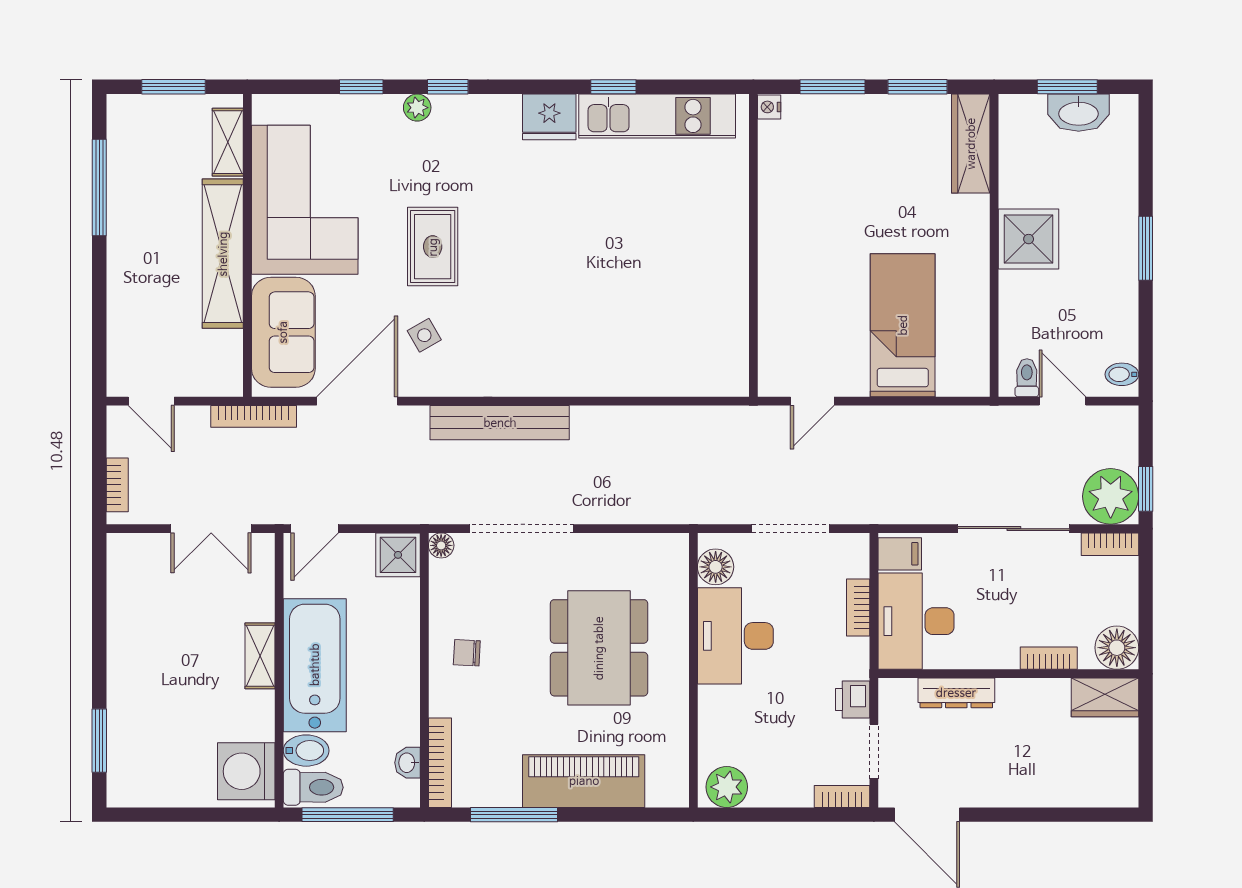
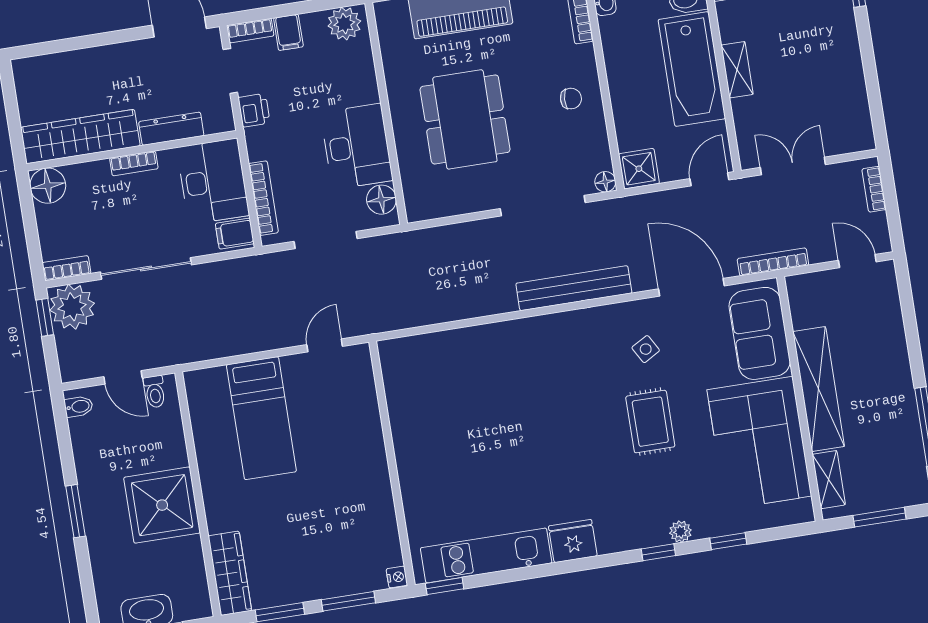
window: (613, 87) -> (445, 586), moved
shower: (1029, 239) -> (162, 505), width x1.37, depth x1.37
door: (357, 401) -> (691, 287), swing flipped
bookcase: (858, 607) -> (263, 198), width x1.56
bookcase: (1049, 658) -> (134, 163), moved
wardrobe: (1105, 697) -> (80, 137), width x2.10, depth x1.17
filing cabinet: (796, 787) -> (288, 32), added

